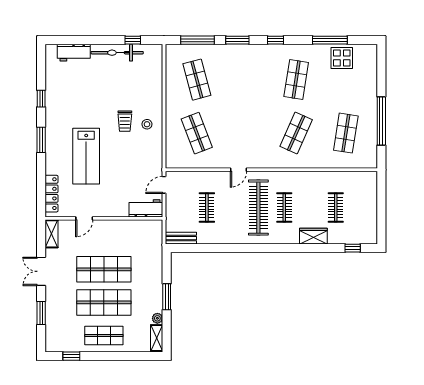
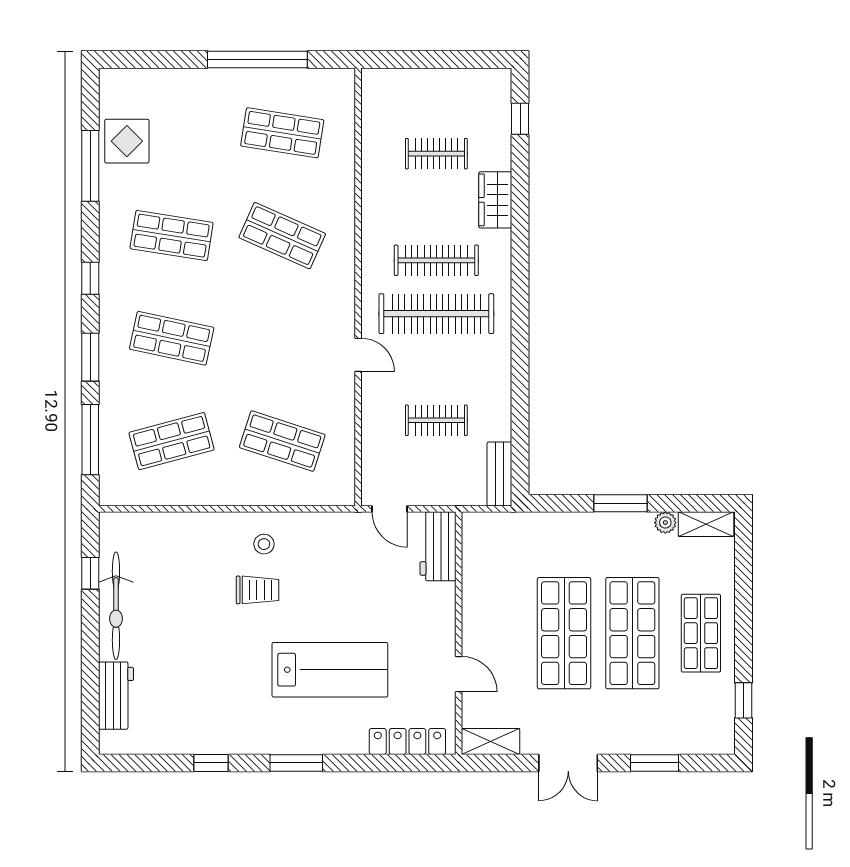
shop shelf: (246, 80) -> (172, 338), added
shop shelf: (197, 133) -> (282, 441), turned 39
clothes rail: (284, 208) -> (436, 260), width x1.36

